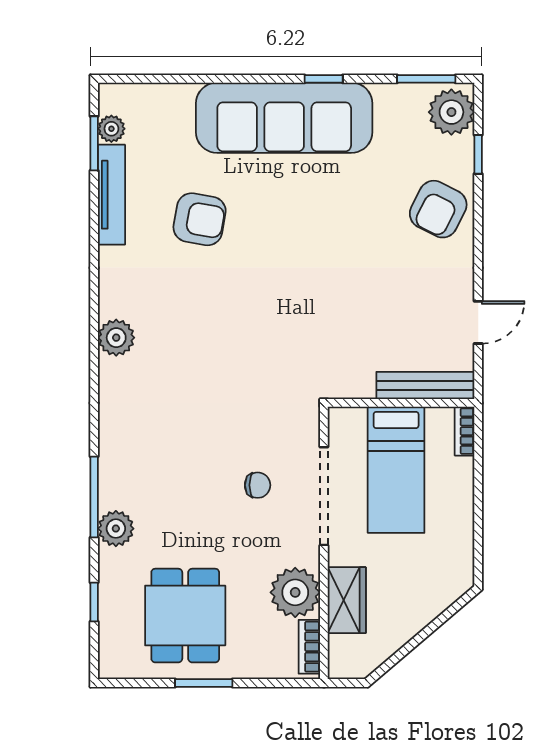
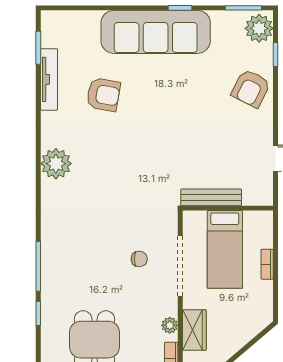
plant: (111, 129) -> (49, 39), removed
plant: (116, 338) -> (56, 164), width x1.36, depth x1.36
bench: (425, 385) -> (211, 197), moved
bookcase: (465, 431) -> (267, 264), moved
plant: (116, 529) -> (52, 286), removed
plant: (295, 592) -> (170, 325), width x0.53, depth x0.53
window: (94, 602) -> (38, 313), moved

